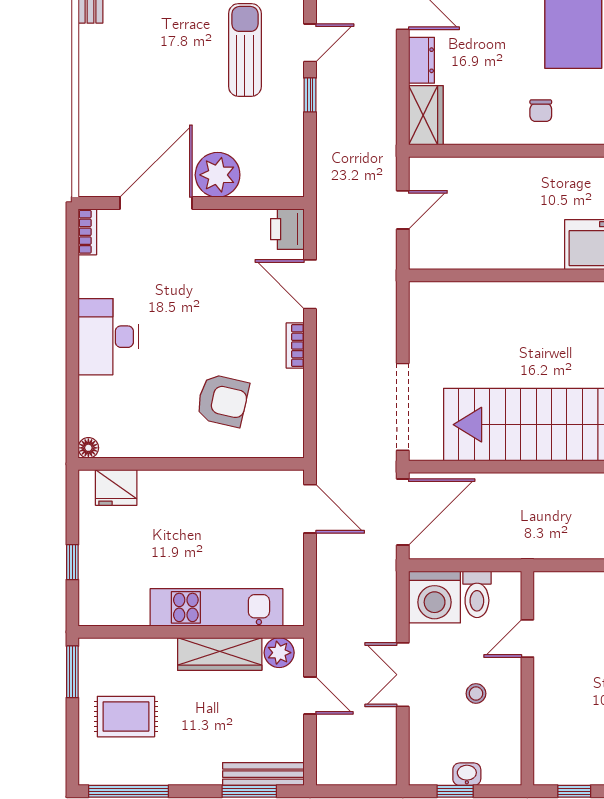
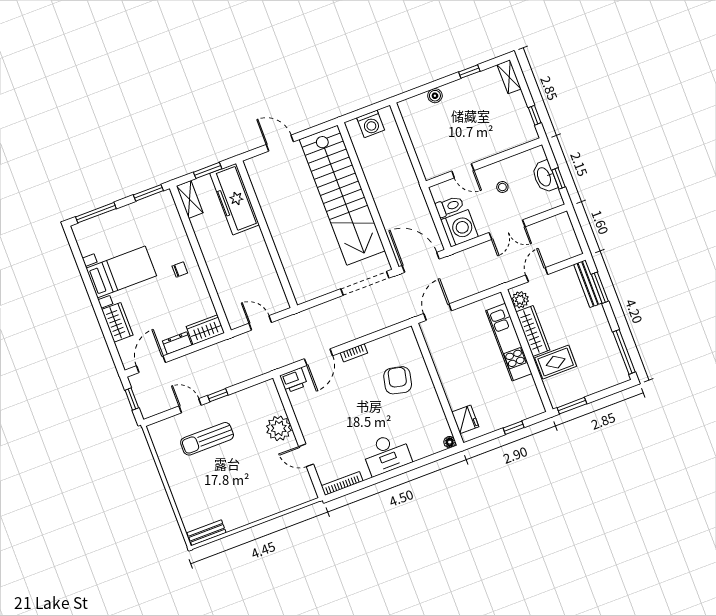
door: (156, 203) -> (306, 455), width x0.53
bookcase: (87, 232) -> (342, 483), width x1.56
rug: (126, 717) -> (556, 362), moved, turned 90
washbasin: (467, 774) -> (544, 177), width x1.91, depth x1.45

